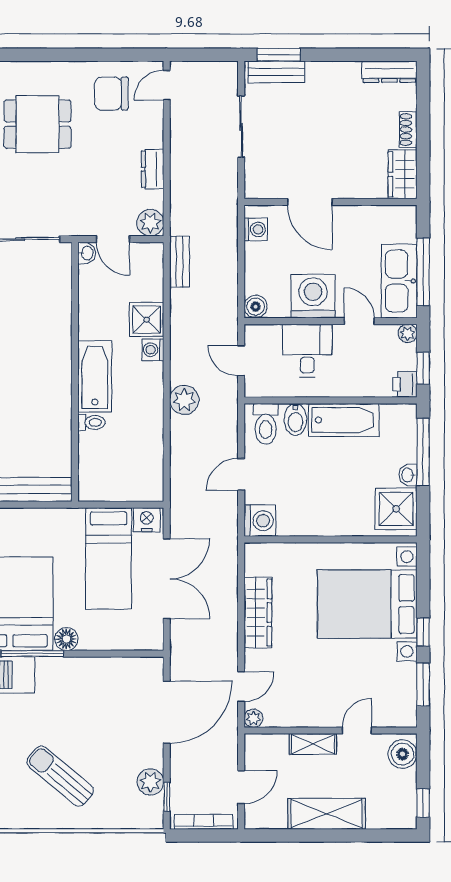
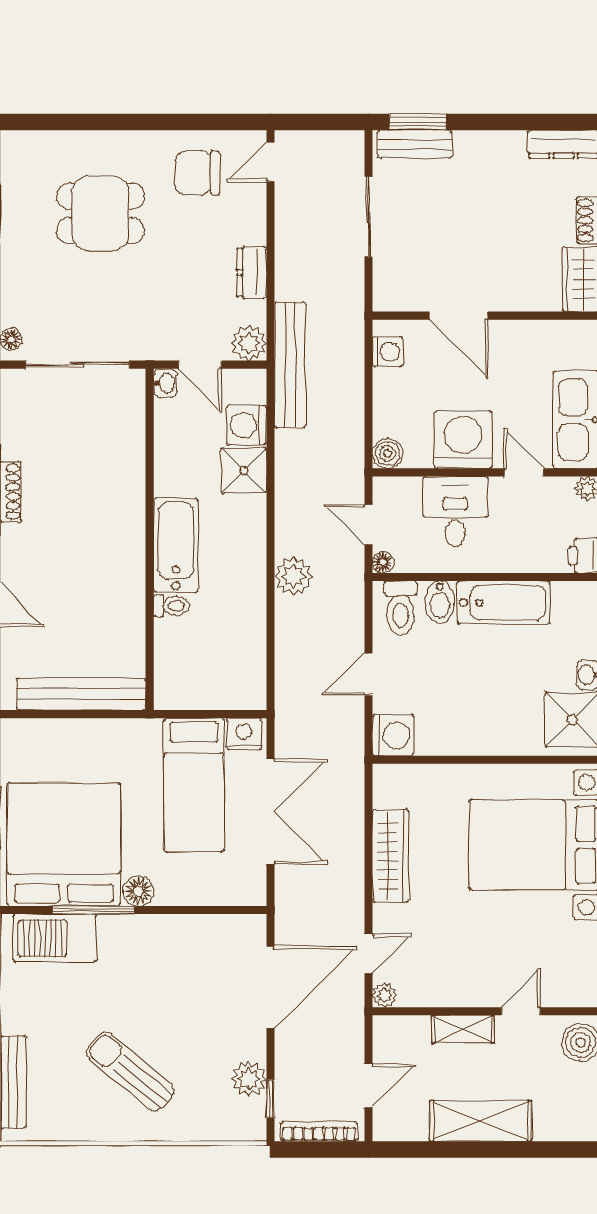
bench: (180, 262) -> (290, 365), width x1.86, depth x1.21
washing machine: (153, 350) -> (247, 425), moved, width x1.38, depth x1.38
floor lamp: (252, 389) -> (383, 562), added

